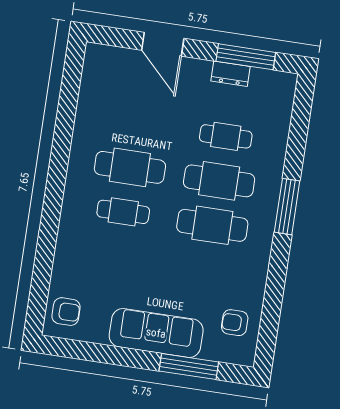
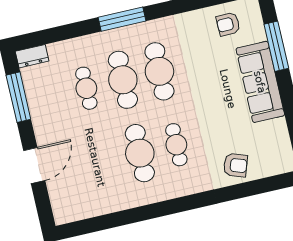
dresser: (230, 74) -> (32, 56), moved, turned 90
armchair: (66, 312) -> (235, 165), moved, turned 109
armchair: (235, 323) -> (228, 24), turned 89

